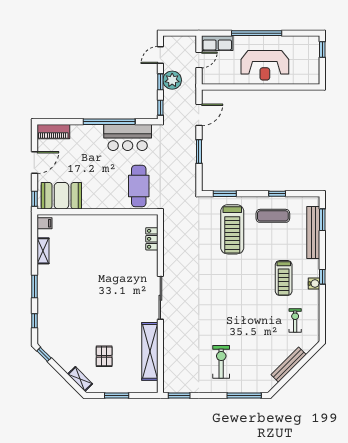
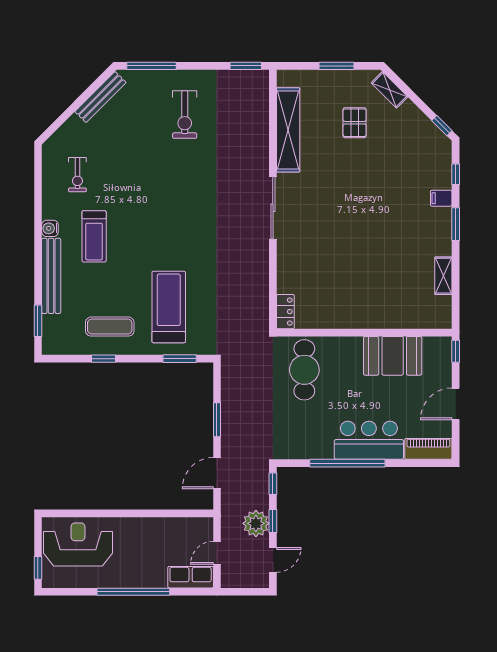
reception desk: (265, 65) -> (78, 544), moved
bar counter: (128, 138) -> (369, 440), moved
booth: (61, 196) -> (393, 356), moved
filing cabinet: (44, 223) -> (441, 198), moved
bench: (313, 232) -> (51, 276), moved
locker: (152, 239) -> (285, 312), moved
window: (322, 277) -> (38, 238), removed
treadmill: (284, 278) -> (94, 236), turned 180
bench: (289, 365) -> (101, 97), moved

